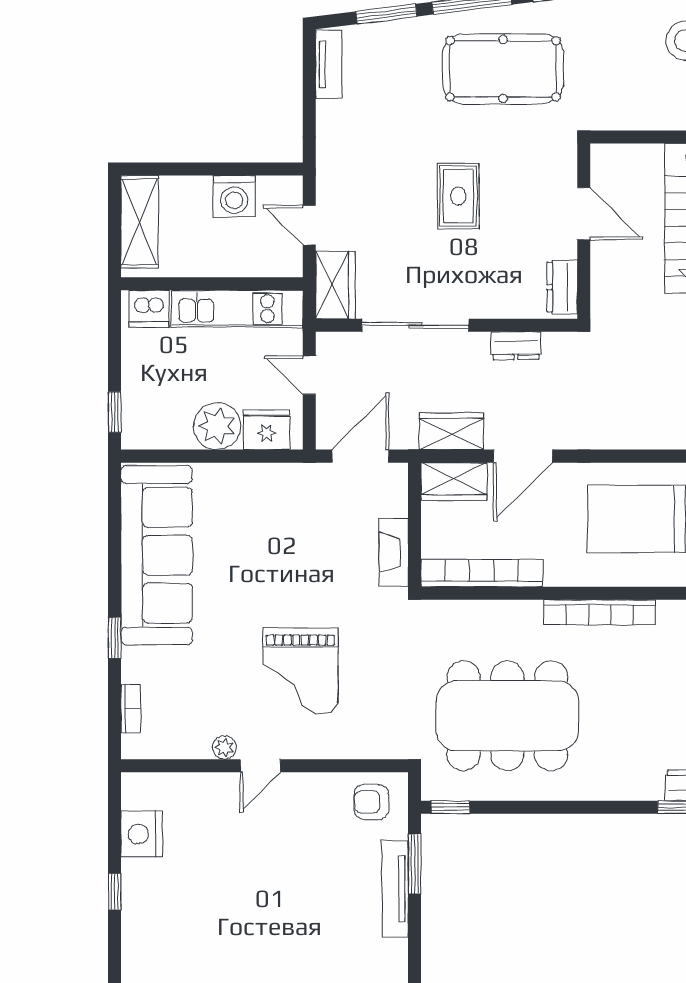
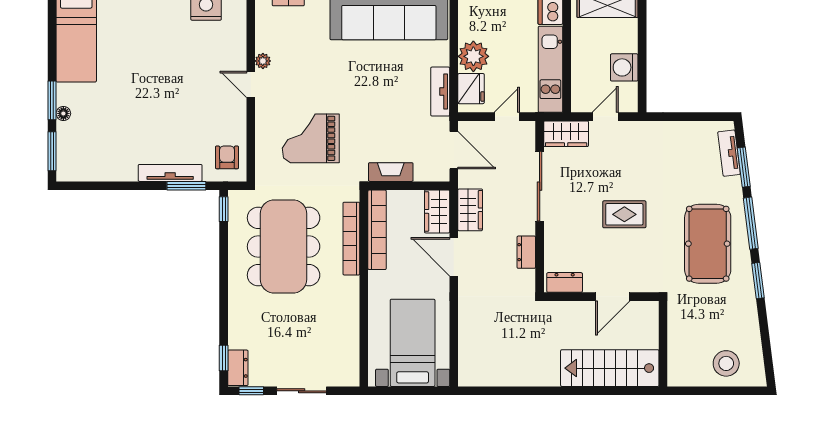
tv unit: (329, 64) -> (729, 153), moved, turned 83
tv unit: (271, 477) -> (440, 92), added
bookcase: (599, 612) -> (351, 239), moved
grand piano: (300, 671) -> (311, 138), moved

